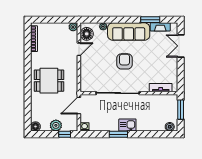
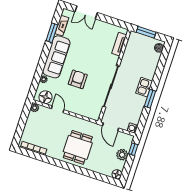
armchair: (124, 61) -> (78, 79), moved, turned 90

